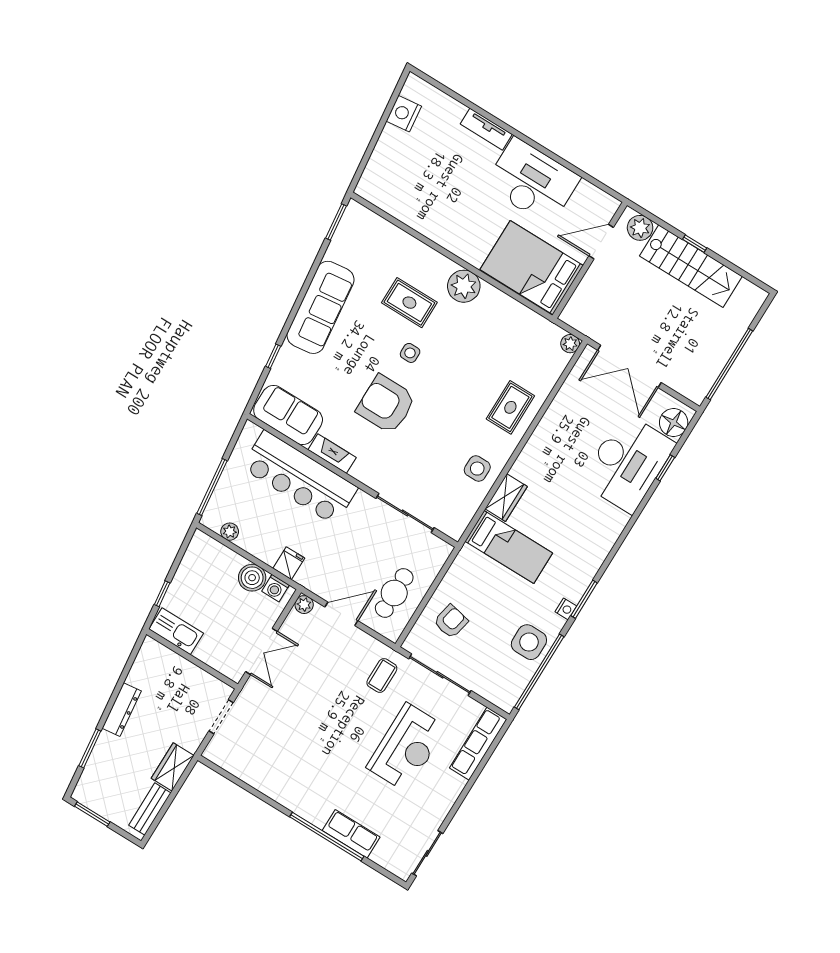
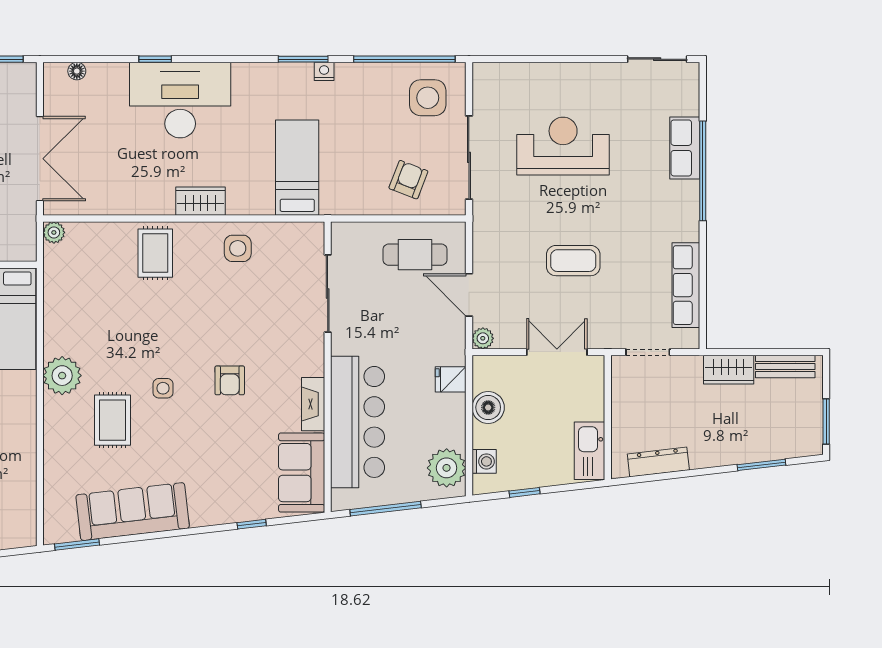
sofa: (321, 307) -> (133, 512), moved
armchair: (386, 404) -> (230, 380), width x0.53, depth x0.53
rug: (510, 407) -> (155, 253), turned 90
floor lamp: (674, 423) -> (77, 71), width x0.53, depth x0.53
desk: (628, 463) -> (180, 100), moved
window: (665, 468) -> (155, 59), moved
window: (212, 487) -> (386, 509), moved
wardrobe: (506, 498) -> (201, 201), moved
plant: (230, 532) -> (447, 468), width x1.87, depth x1.87
washing machine: (275, 588) -> (484, 461), moved
window: (162, 594) -> (524, 492), moved
armchair: (451, 621) -> (408, 180), turned 99
side table: (529, 642) -> (428, 98), moved
coffee table: (382, 675) -> (573, 261), moved, width x1.36, depth x1.30
dresser: (122, 710) -> (658, 462), moved
row of seats: (478, 744) -> (686, 285), moved, turned 90

